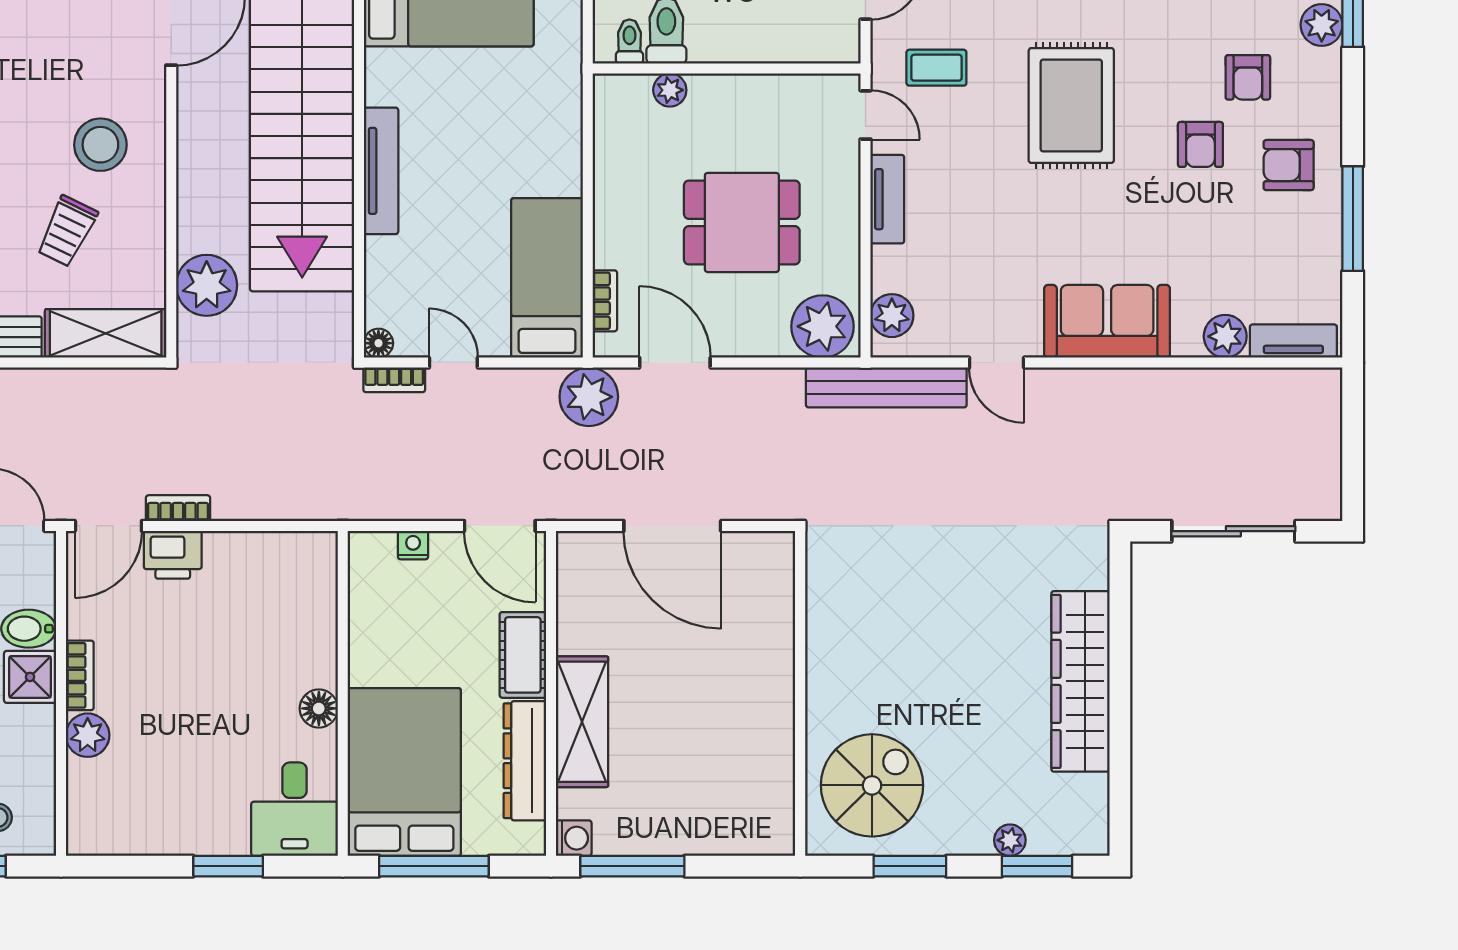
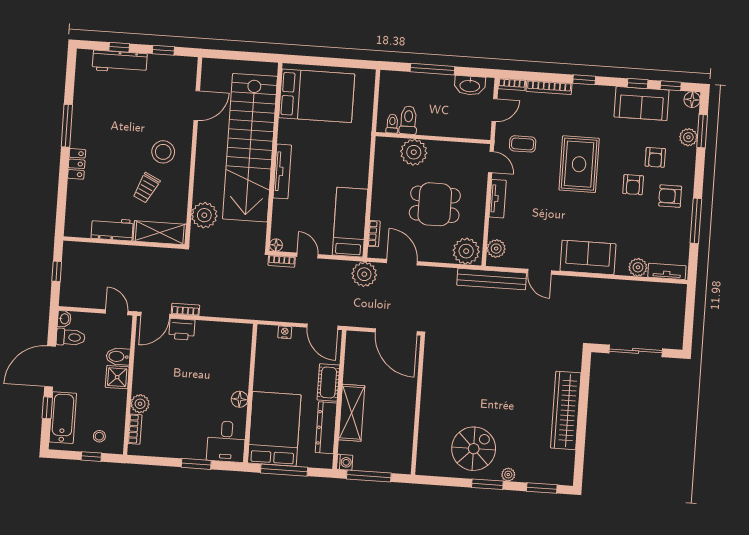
plant: (670, 90) -> (414, 152), width x1.88, depth x1.88
bookcase: (80, 675) -> (135, 429), moved
wall: (800, 693) -> (418, 405), moved
plant: (1010, 840) -> (508, 475), moved

